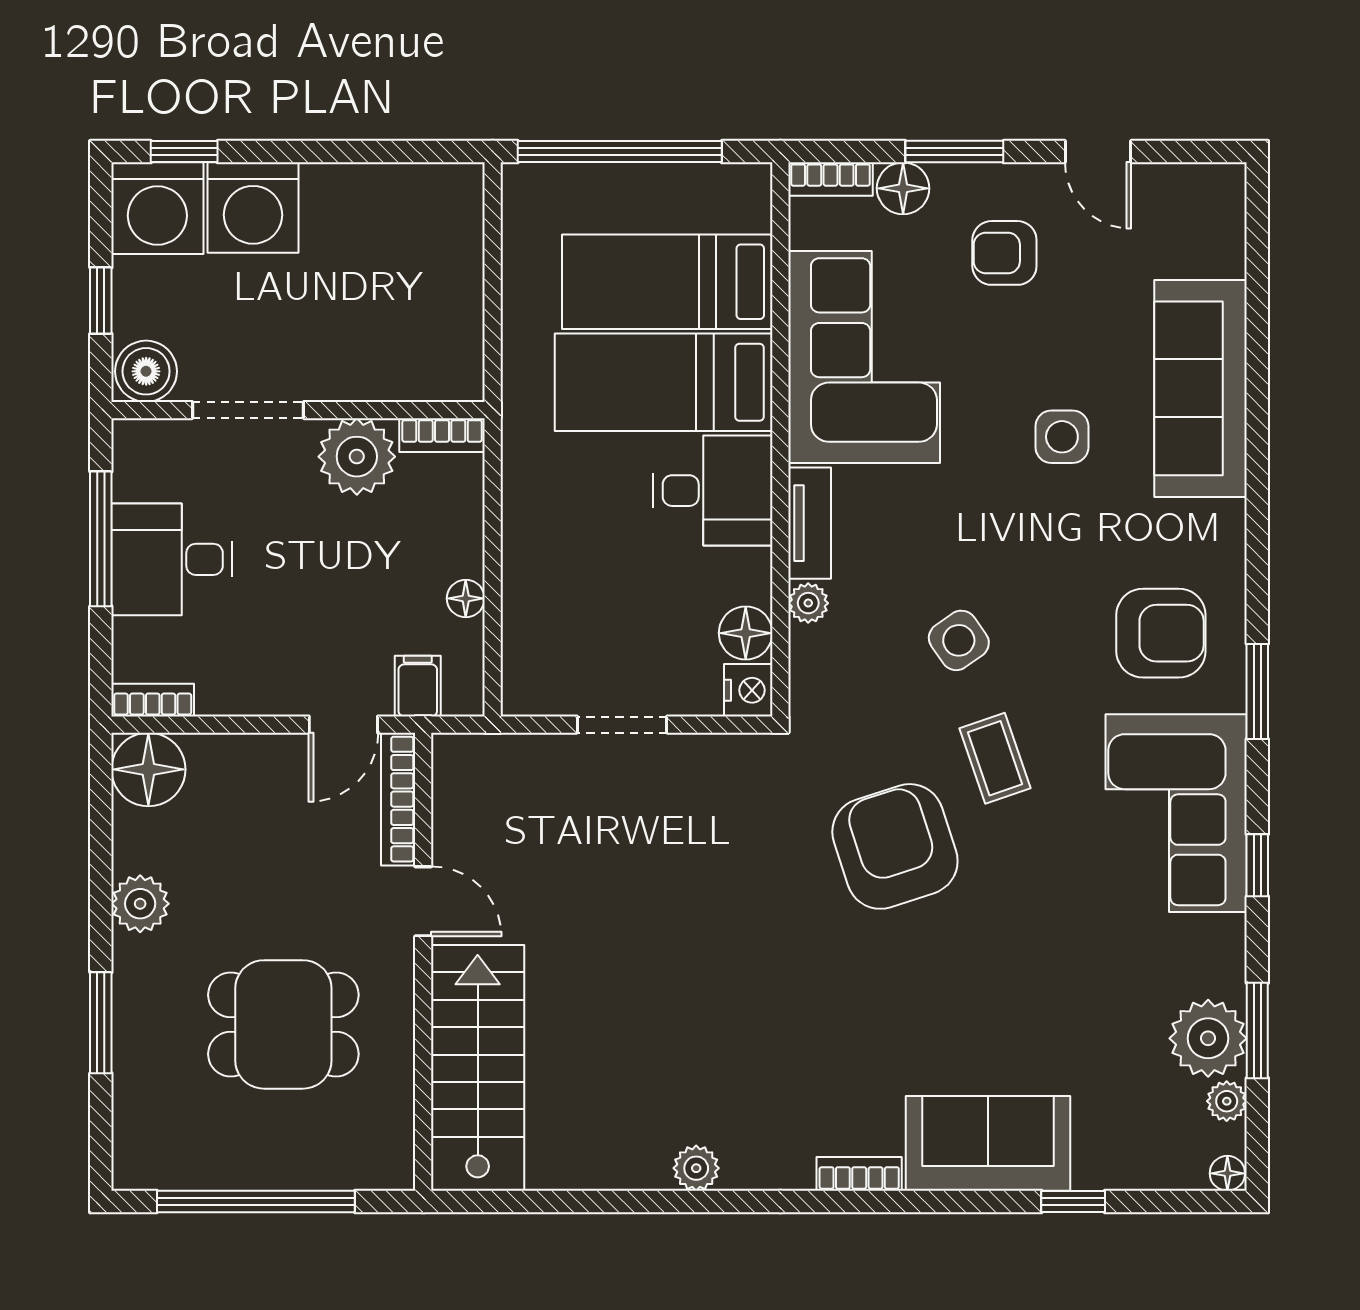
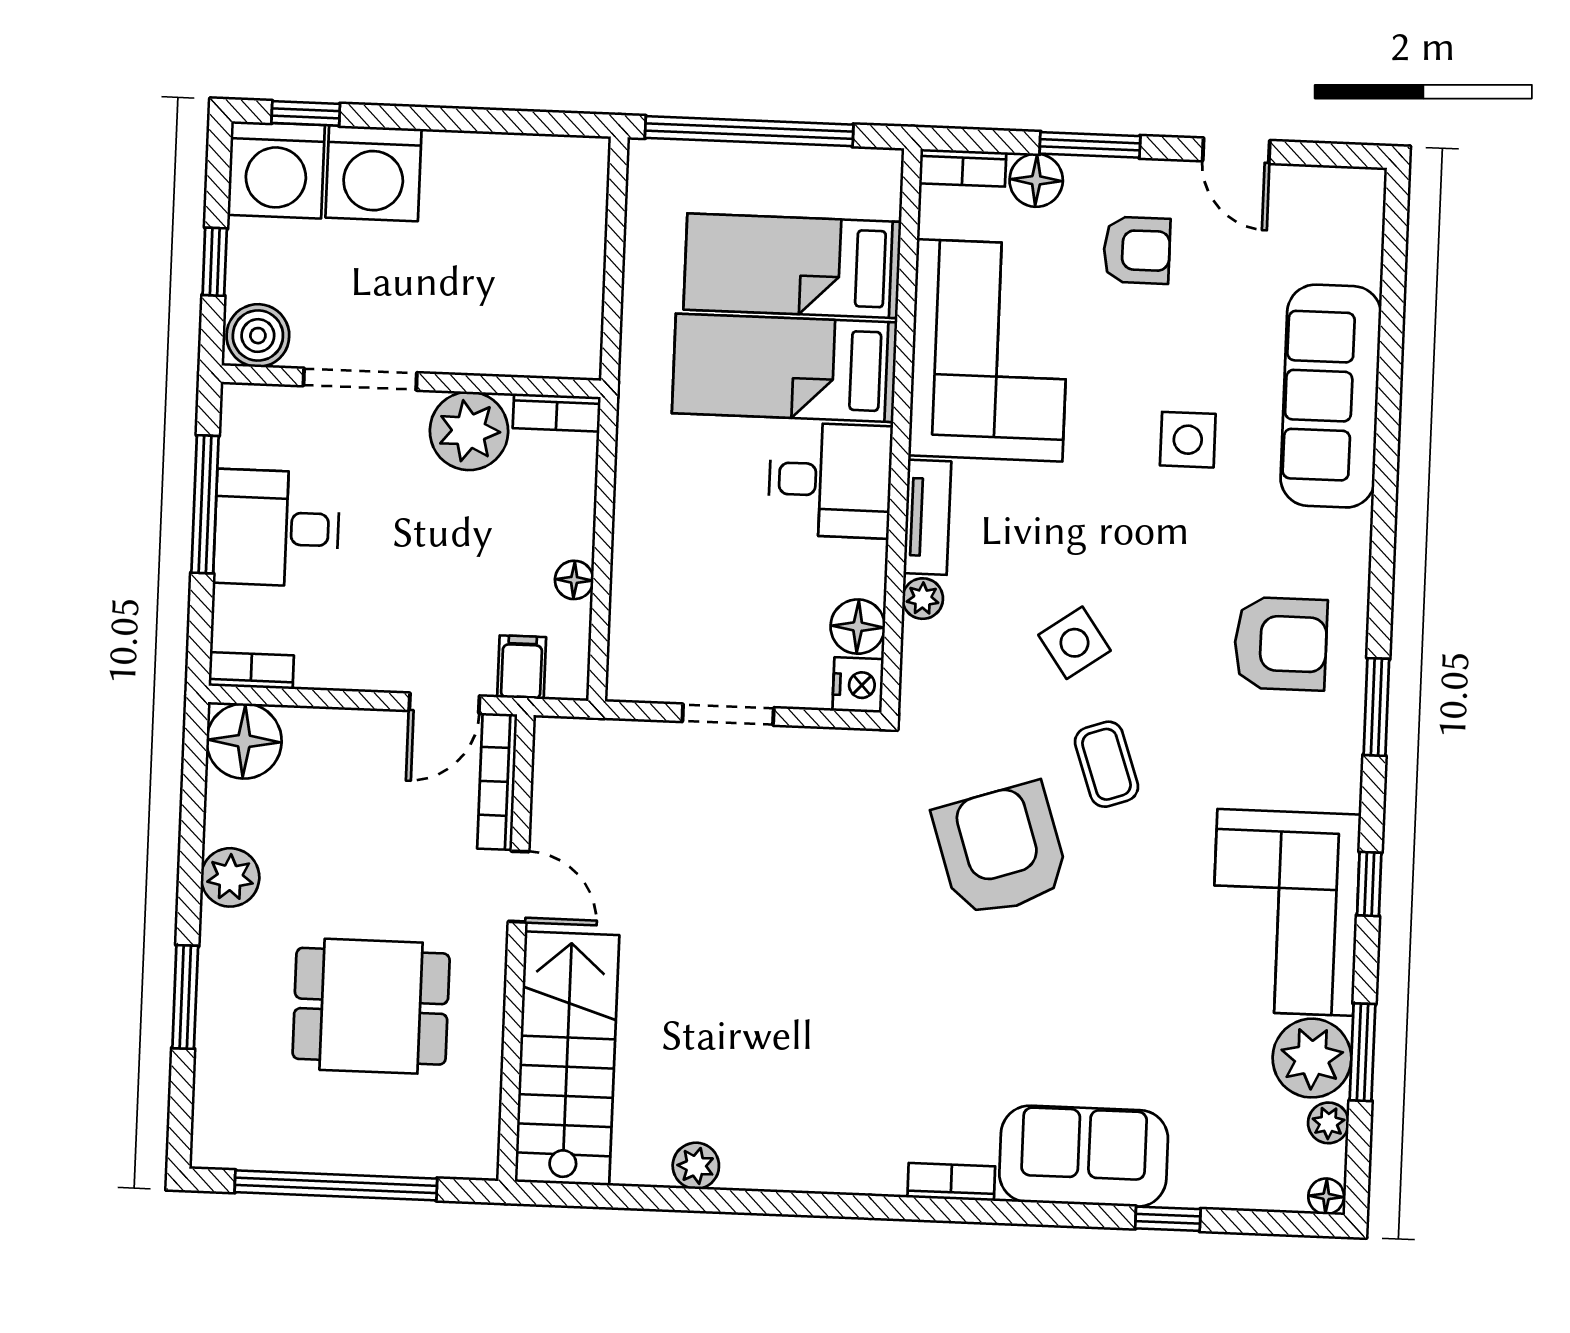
armchair: (1004, 253) -> (1137, 250), turned 180
corner sofa: (1176, 813) -> (1285, 912), moved
plant: (696, 1168) -> (696, 1166), moved

